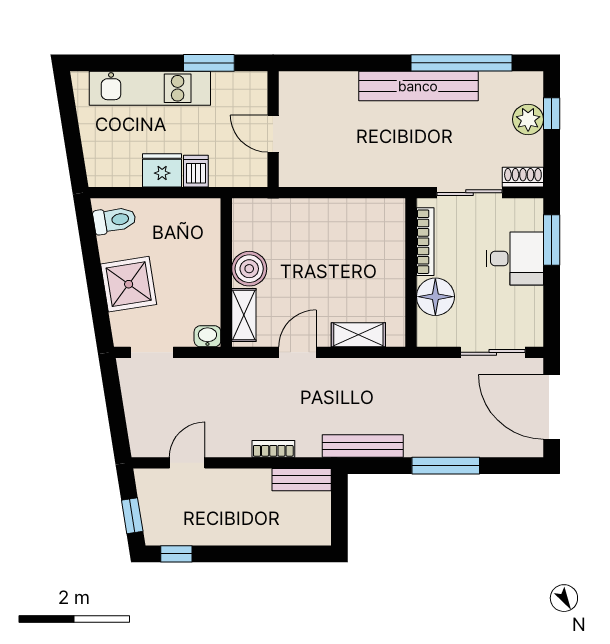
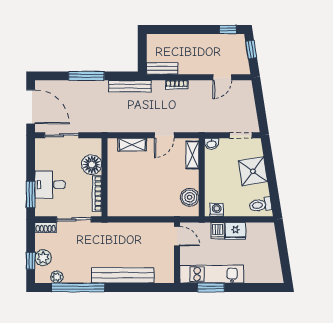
plant: (502, 83) -> (57, 277), added
bench: (418, 86) -> (123, 275), moved
kitchen unit: (150, 88) -> (212, 274), moved
door: (273, 134) -> (177, 236), moved
washing machine: (198, 211) -> (217, 210), added
boiler: (249, 269) -> (190, 197), moved

